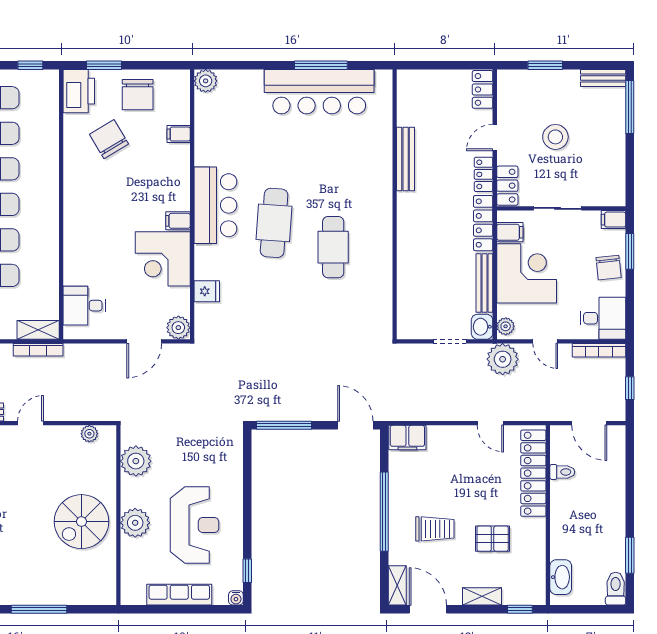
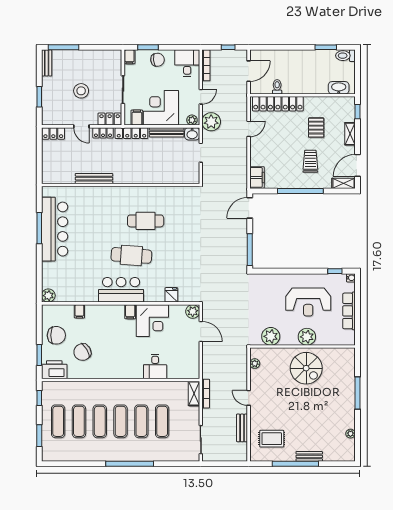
desk: (84, 306) -> (155, 367), moved
reception desk: (195, 525) -> (308, 302), turned 180

